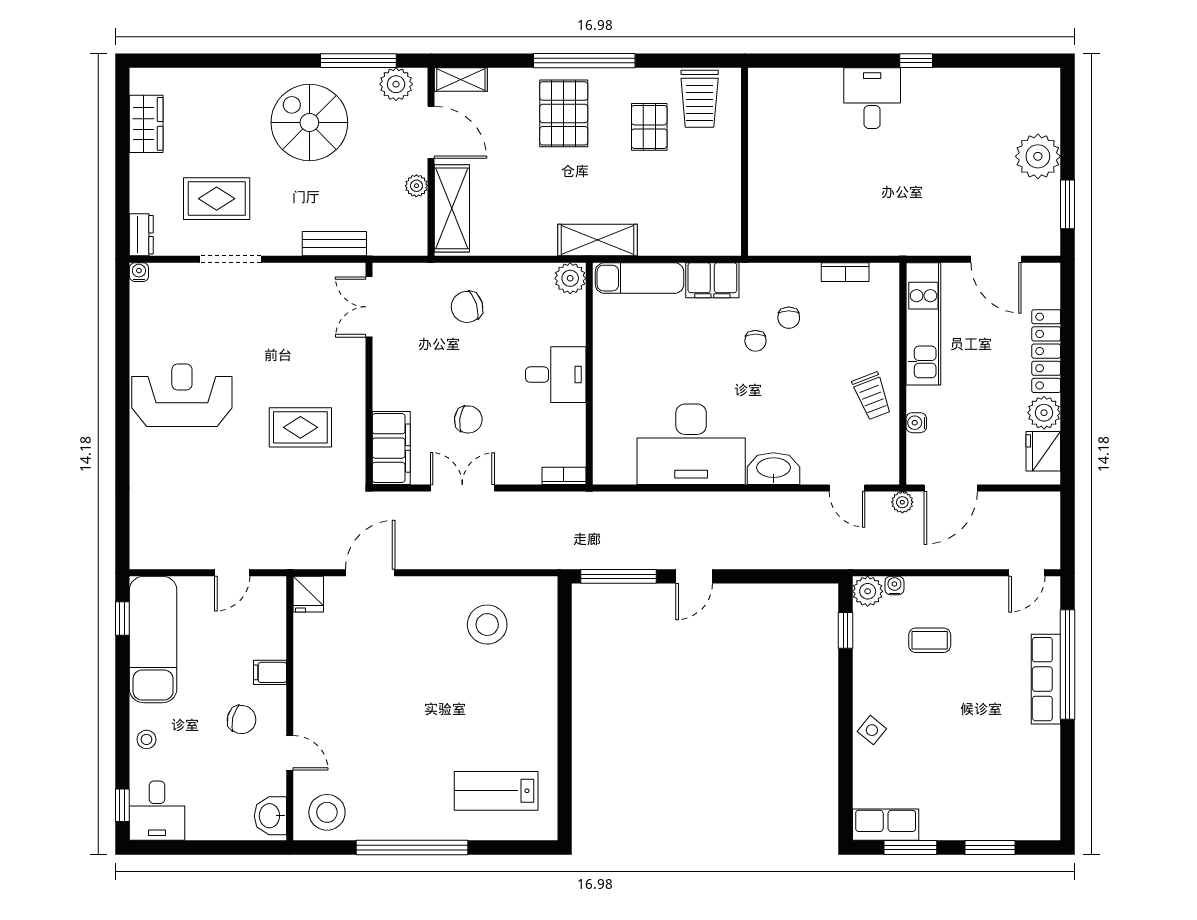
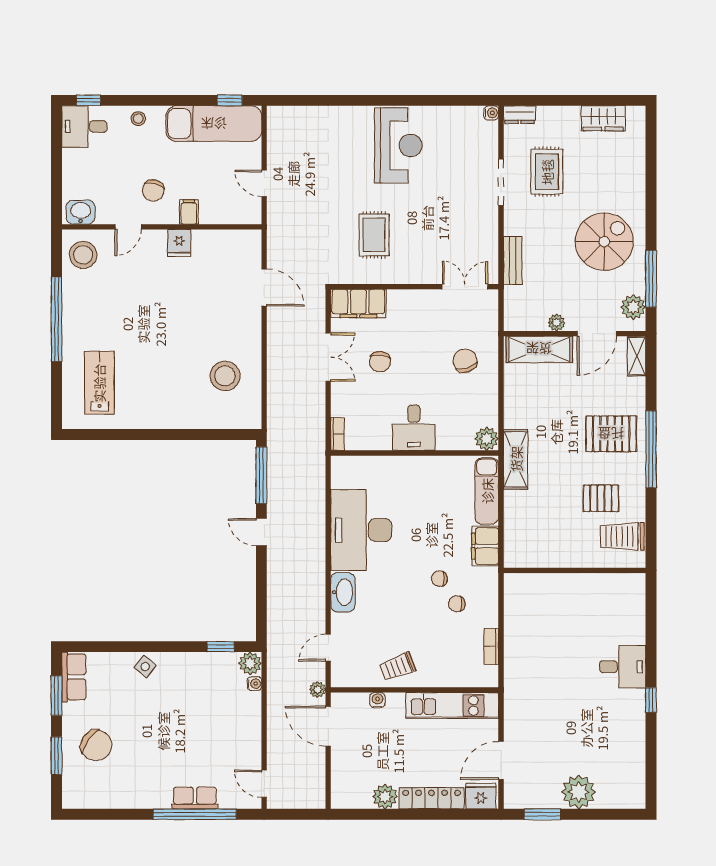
fridge: (1043, 451) -> (481, 796), moved
fridge: (308, 594) -> (179, 243), moved, turned -90
coffee table: (930, 640) -> (213, 710), removed
row of seats: (1046, 679) -> (195, 798), width x0.68
chair: (976, 795) -> (96, 745), added

